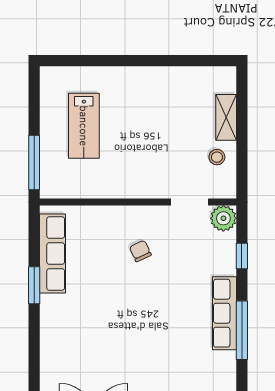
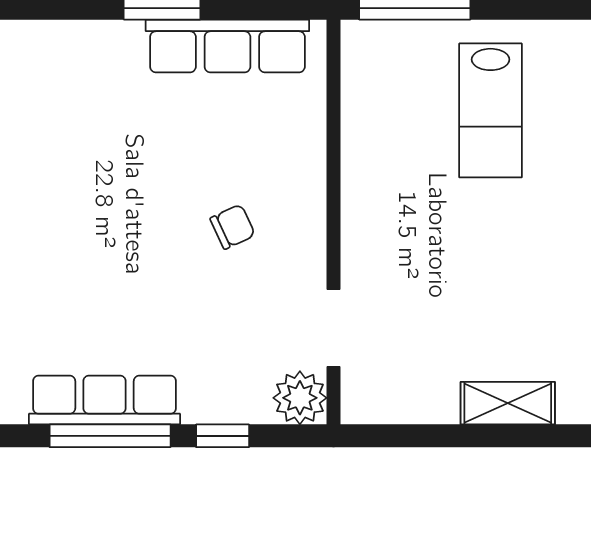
lab bench: (84, 126) -> (491, 110), turned -90
stool: (217, 157) -> (426, 384), removed
window: (242, 330) -> (110, 436), moved

